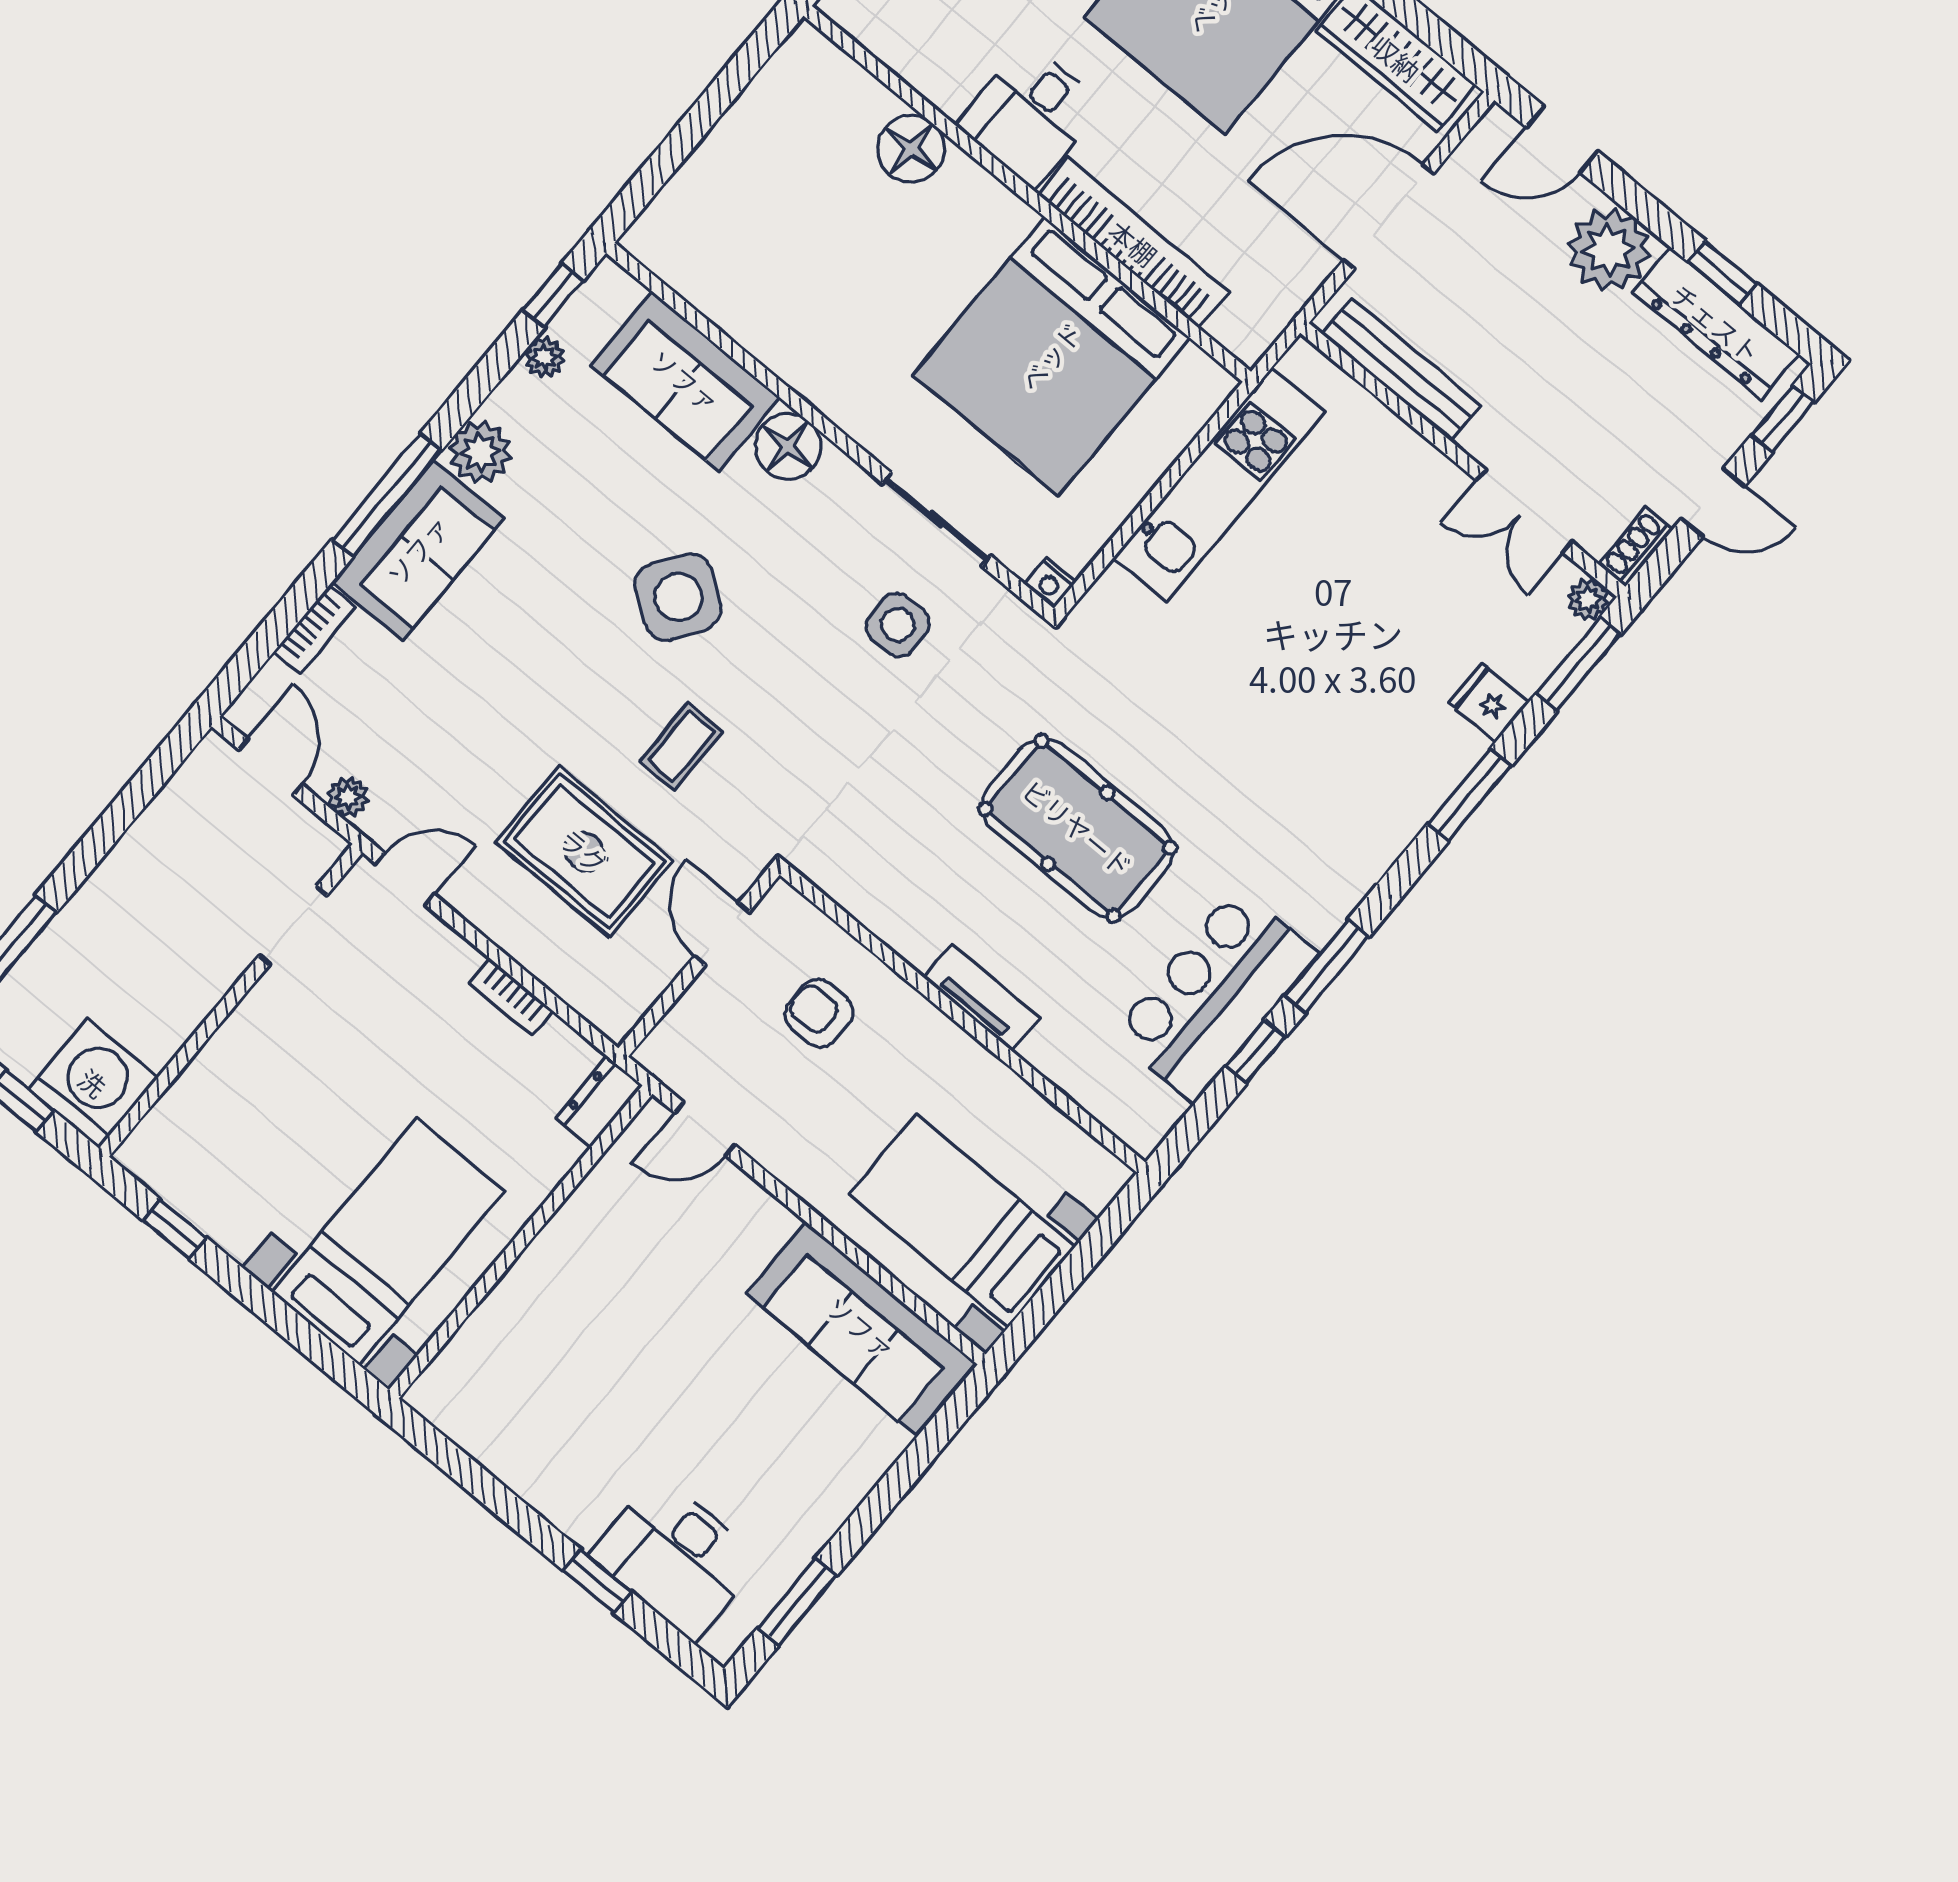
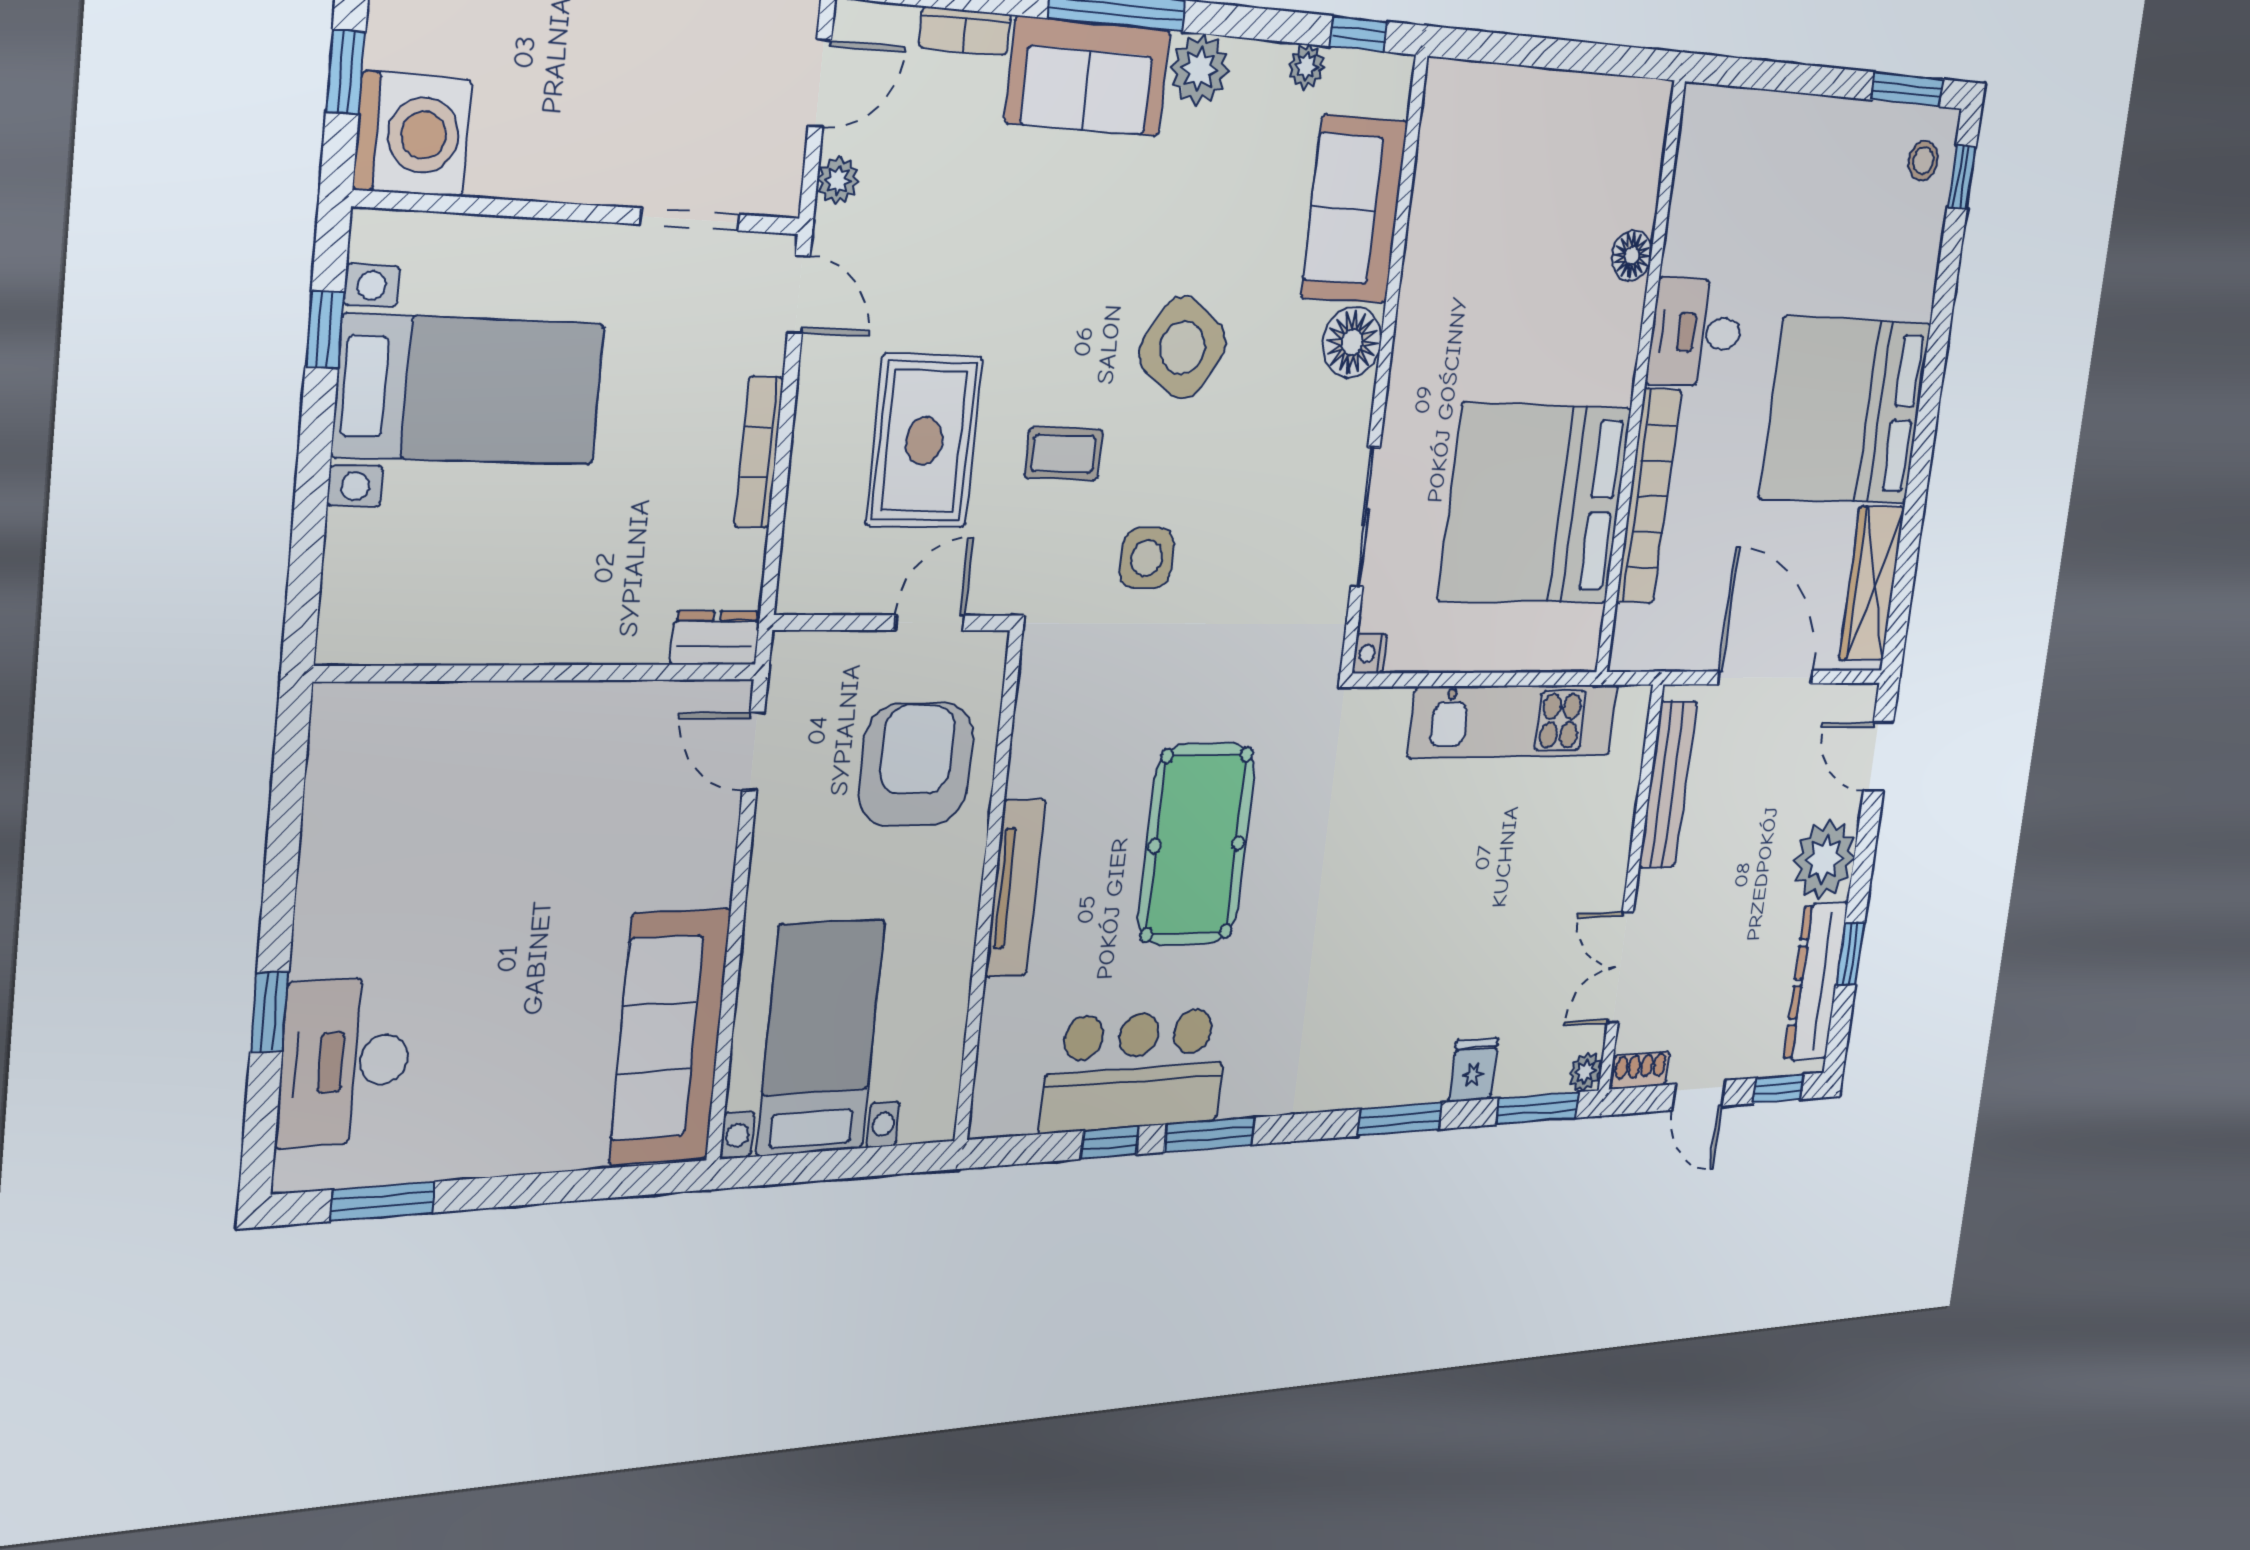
floor lamp: (911, 149) -> (1632, 256), width x0.73, depth x0.73
side table: (898, 625) -> (1147, 558), moved
bookcase: (511, 997) -> (759, 452), width x1.56
tv unit: (982, 997) -> (1015, 888), width x1.41
armchair: (819, 1013) -> (916, 764), width x1.88, depth x1.88
bed with nightstands: (388, 1242) -> (470, 390), moved

